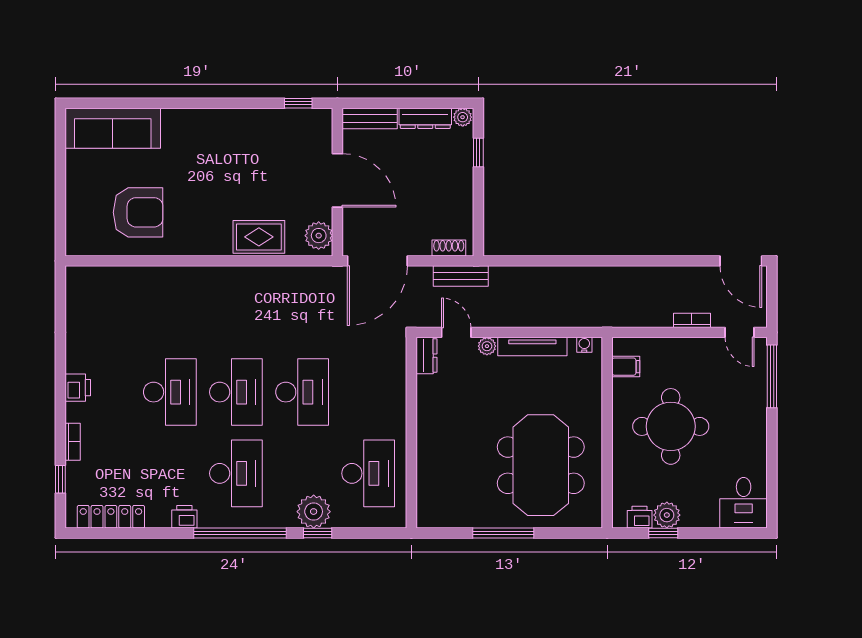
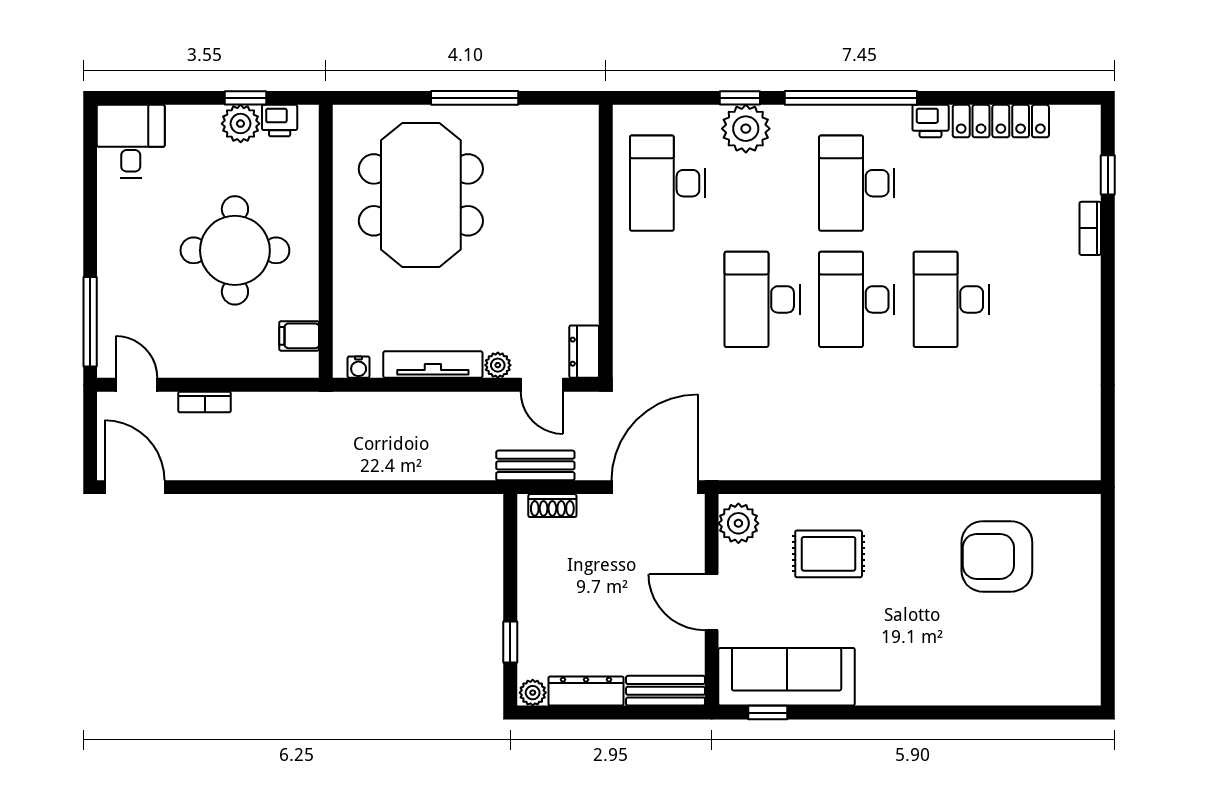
sofa: (113, 128) -> (787, 677), moved
door: (337, 180) -> (712, 602), width x0.73
rug: (259, 237) -> (829, 554), moved
printer: (78, 388) -> (1083, 306), removed
locker: (111, 517) -> (1001, 121), moved

